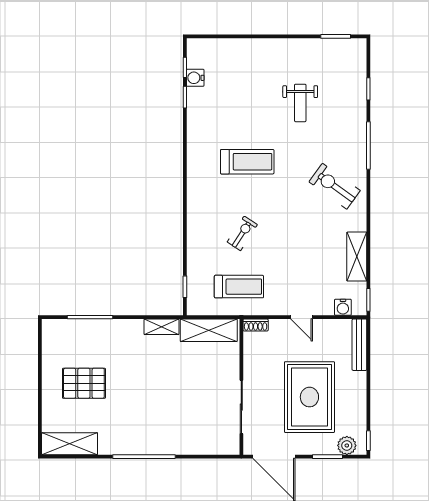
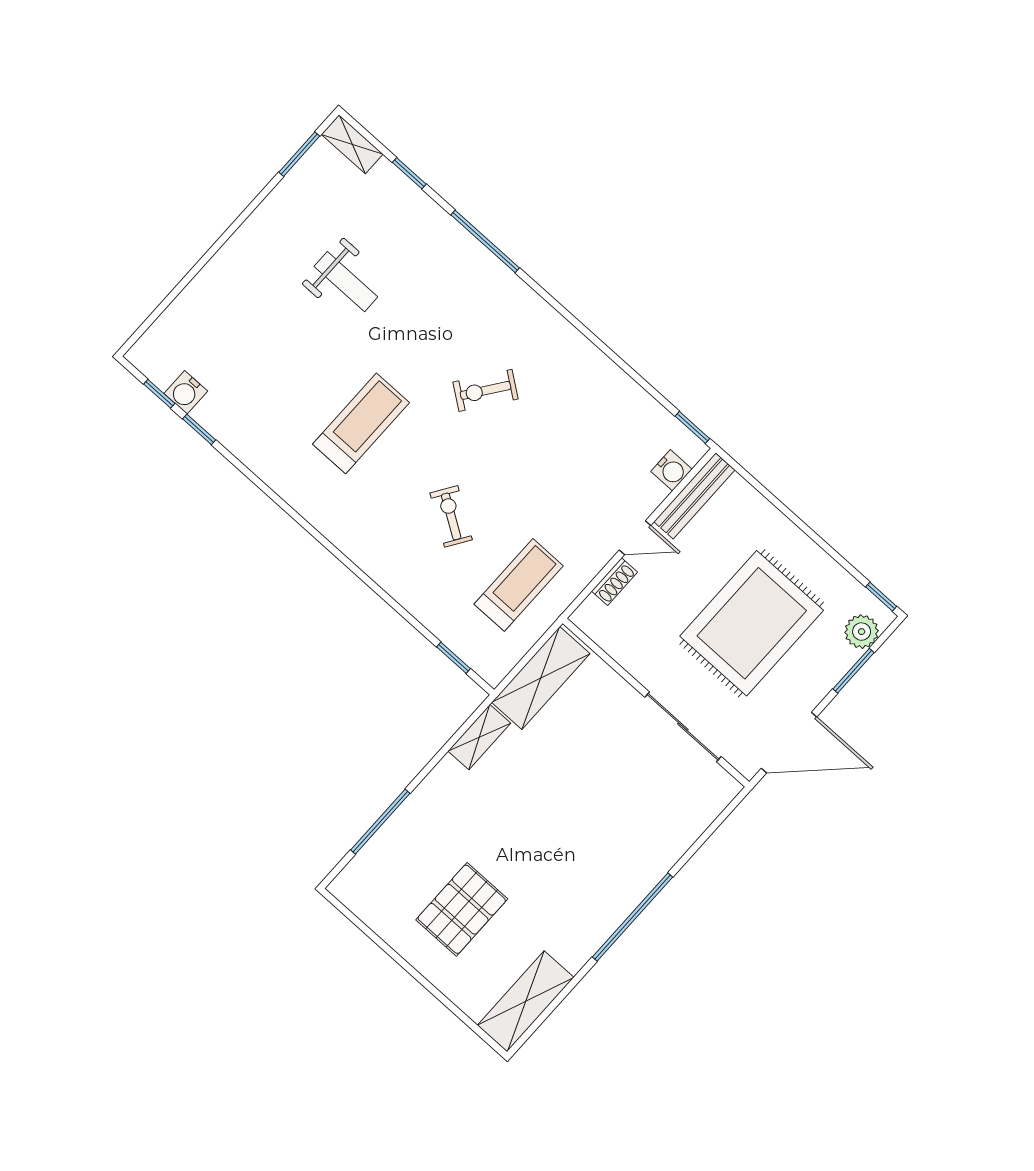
exercise bike: (335, 186) -> (485, 390), moved, width x0.73, depth x0.72
shelving: (357, 257) -> (352, 144), moved, width x0.67, depth x0.75
shoe rack: (256, 325) -> (614, 582), moved
bench: (359, 345) -> (694, 496), moved, turned 90
rug: (309, 397) -> (752, 623), turned 90

